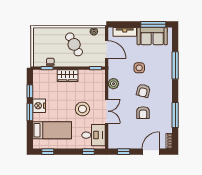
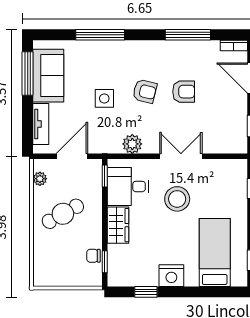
window: (30, 112) -> (182, 292), removed
desk: (93, 135) -> (128, 186), moved, turned -90

